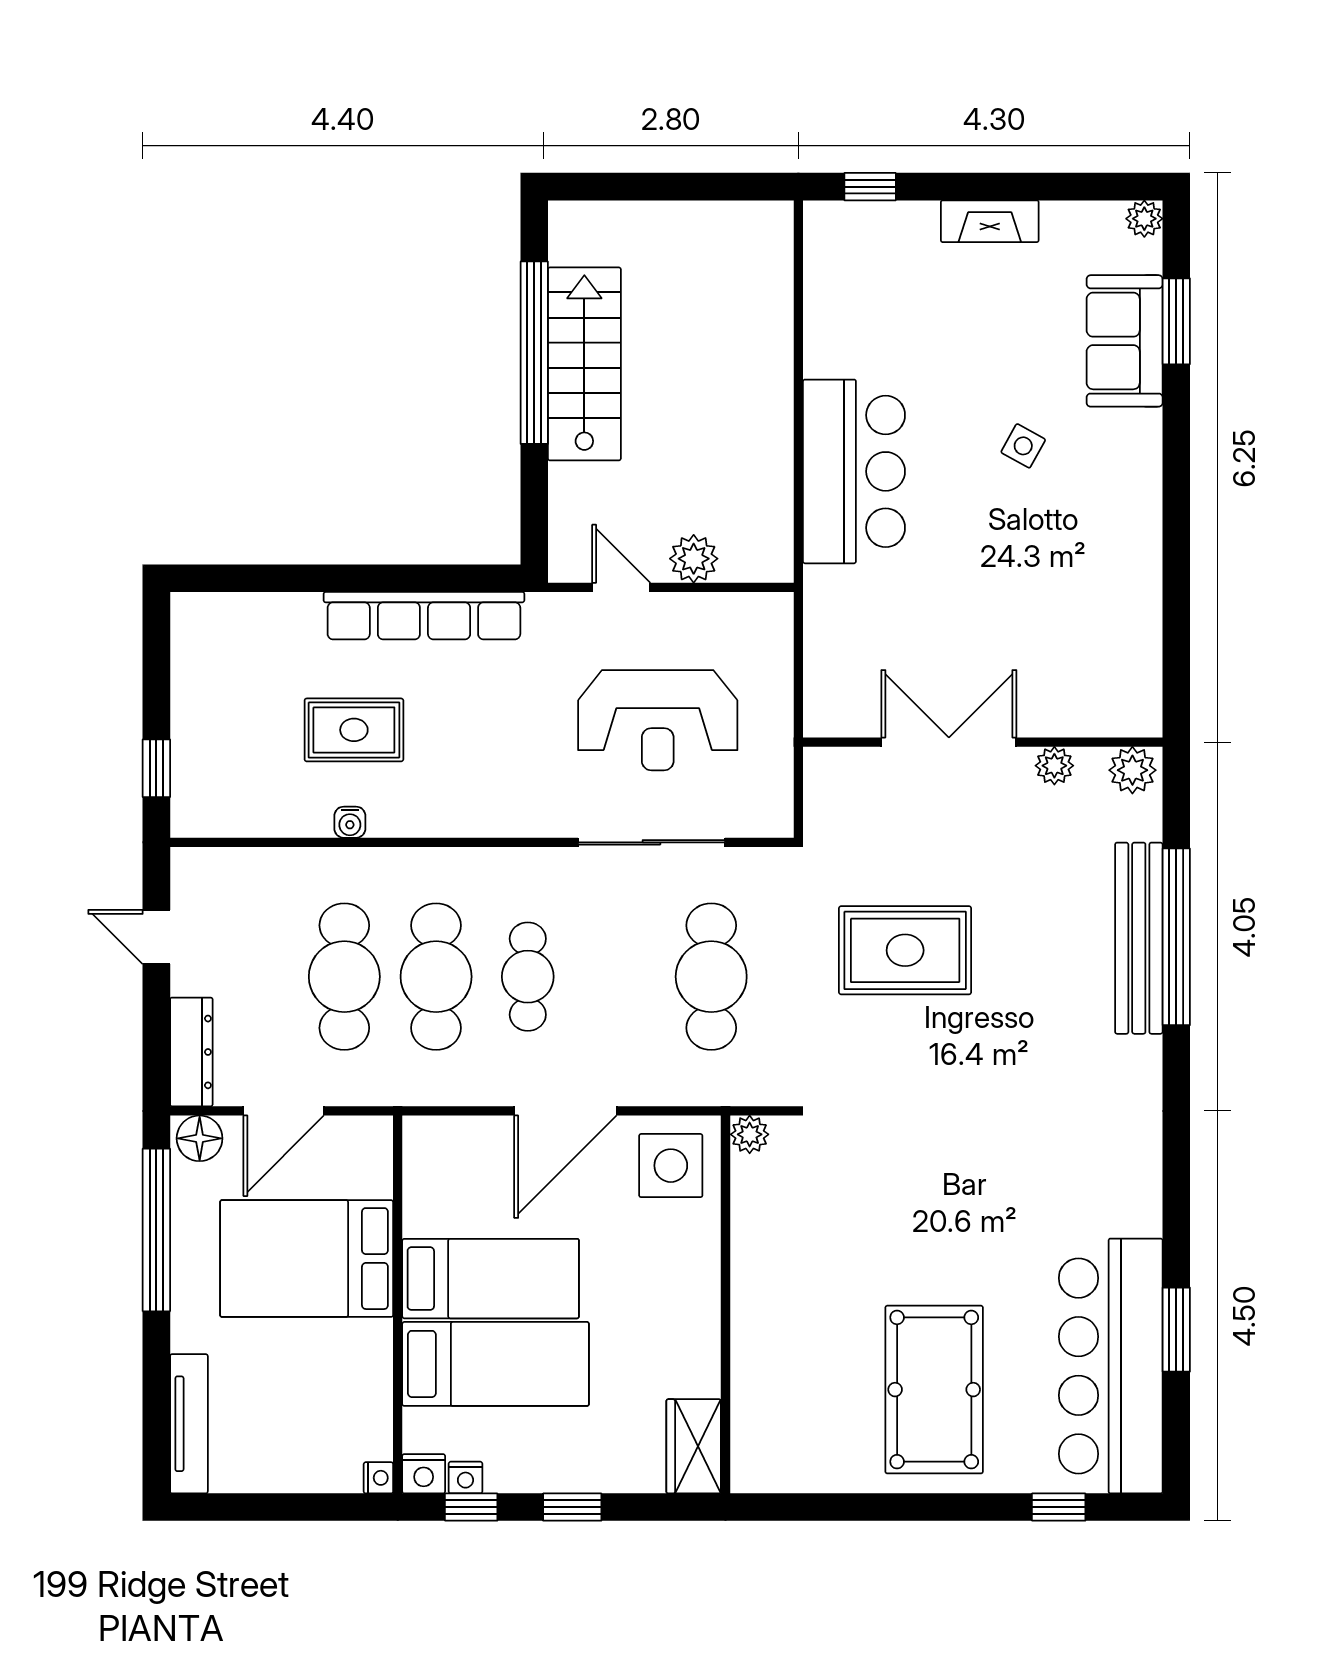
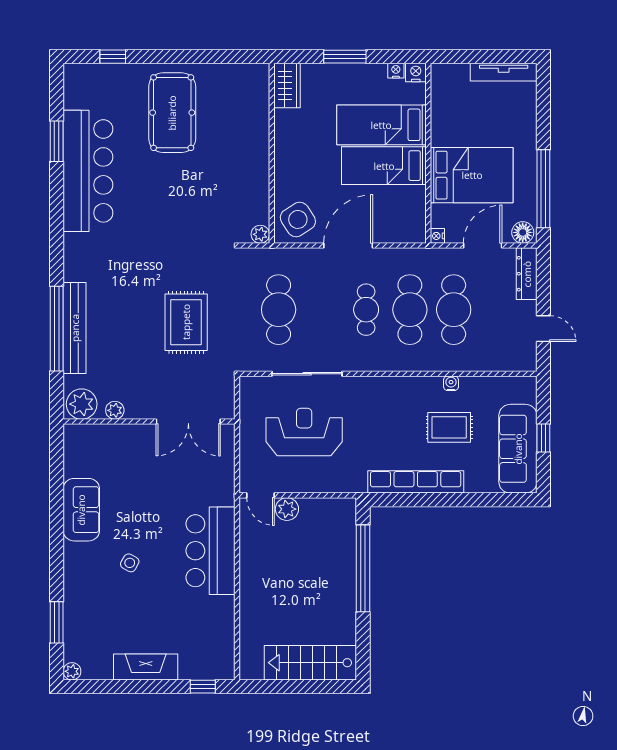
fireplace: (990, 221) -> (146, 667), width x1.37, depth x1.32
sofa: (1125, 341) -> (81, 510), moved
window: (534, 353) -> (363, 568), moved
stairs: (584, 364) -> (310, 663), moved, turned 90
door: (621, 587) -> (260, 495), moved
sofa: (210, 685) -> (518, 449), added
double door: (949, 742) -> (188, 422), moved
window: (156, 768) -> (543, 438), moved
plant: (1132, 770) -> (82, 404), width x1.36, depth x1.36
rug: (905, 950) -> (186, 322), turned 90
side table: (671, 1166) -> (298, 219), turned -33
bar counter: (1111, 1366) -> (88, 171), moved
tv unit: (189, 1424) -> (504, 72), moved, turned -90
nightstand: (378, 1478) -> (437, 236), moved
window: (471, 1507) -> (393, 57), removed
window: (572, 1507) -> (345, 57), width x1.50

